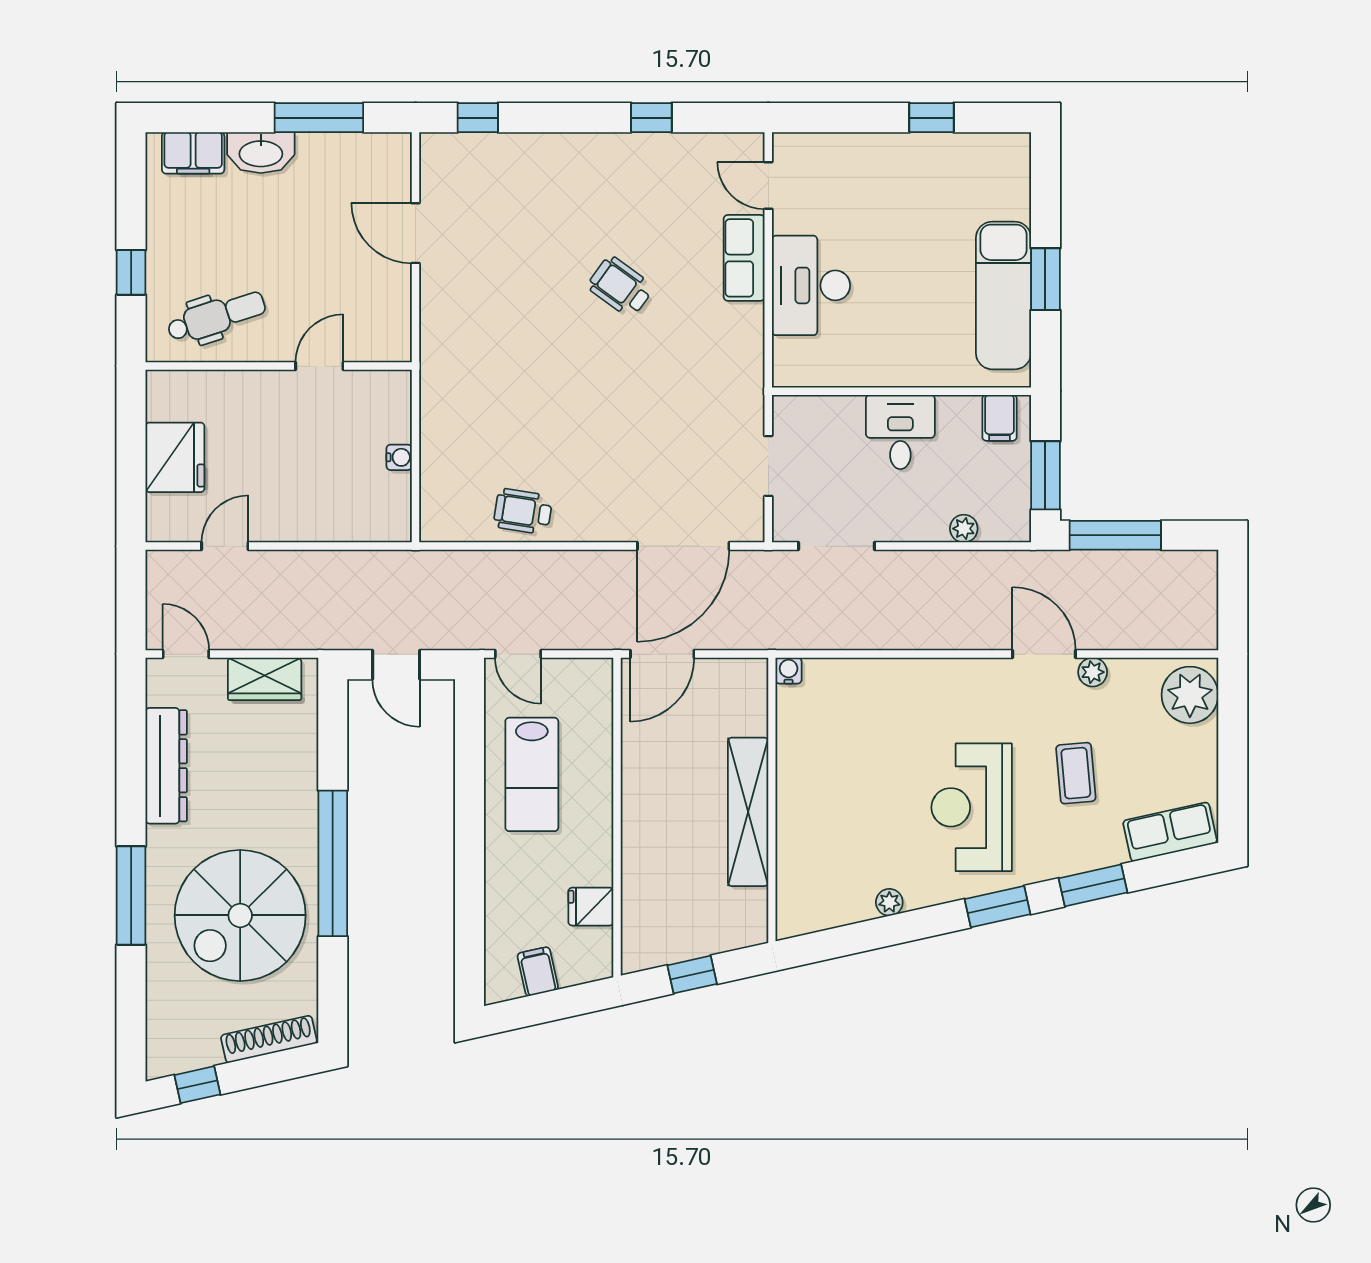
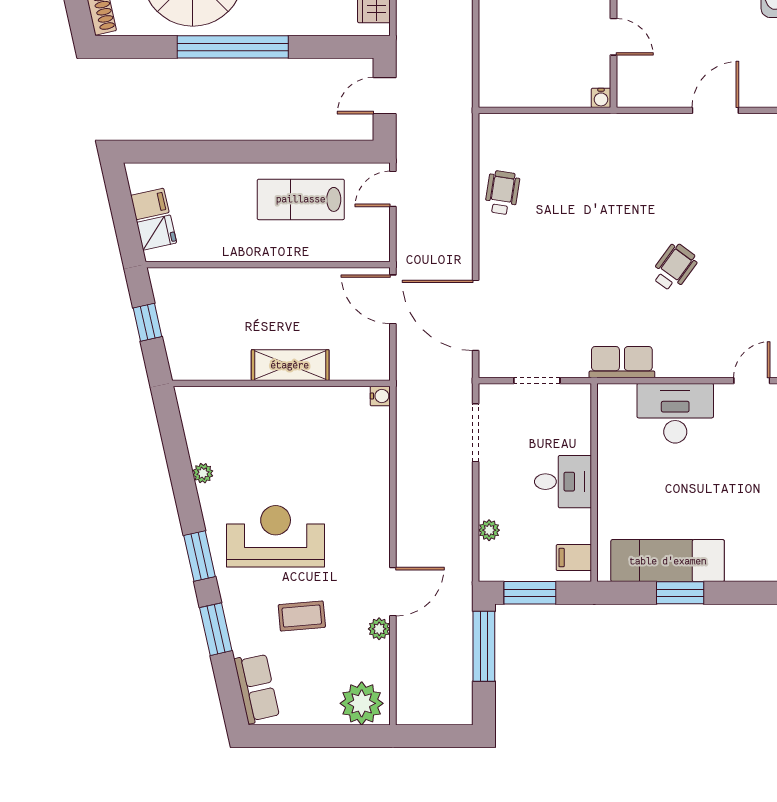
row of seats: (744, 258) -> (622, 362), moved
water cooler: (399, 457) -> (601, 98), moved
shelving: (748, 812) -> (290, 365), width x0.68
fridge: (591, 907) -> (157, 233), moved, turned 77

